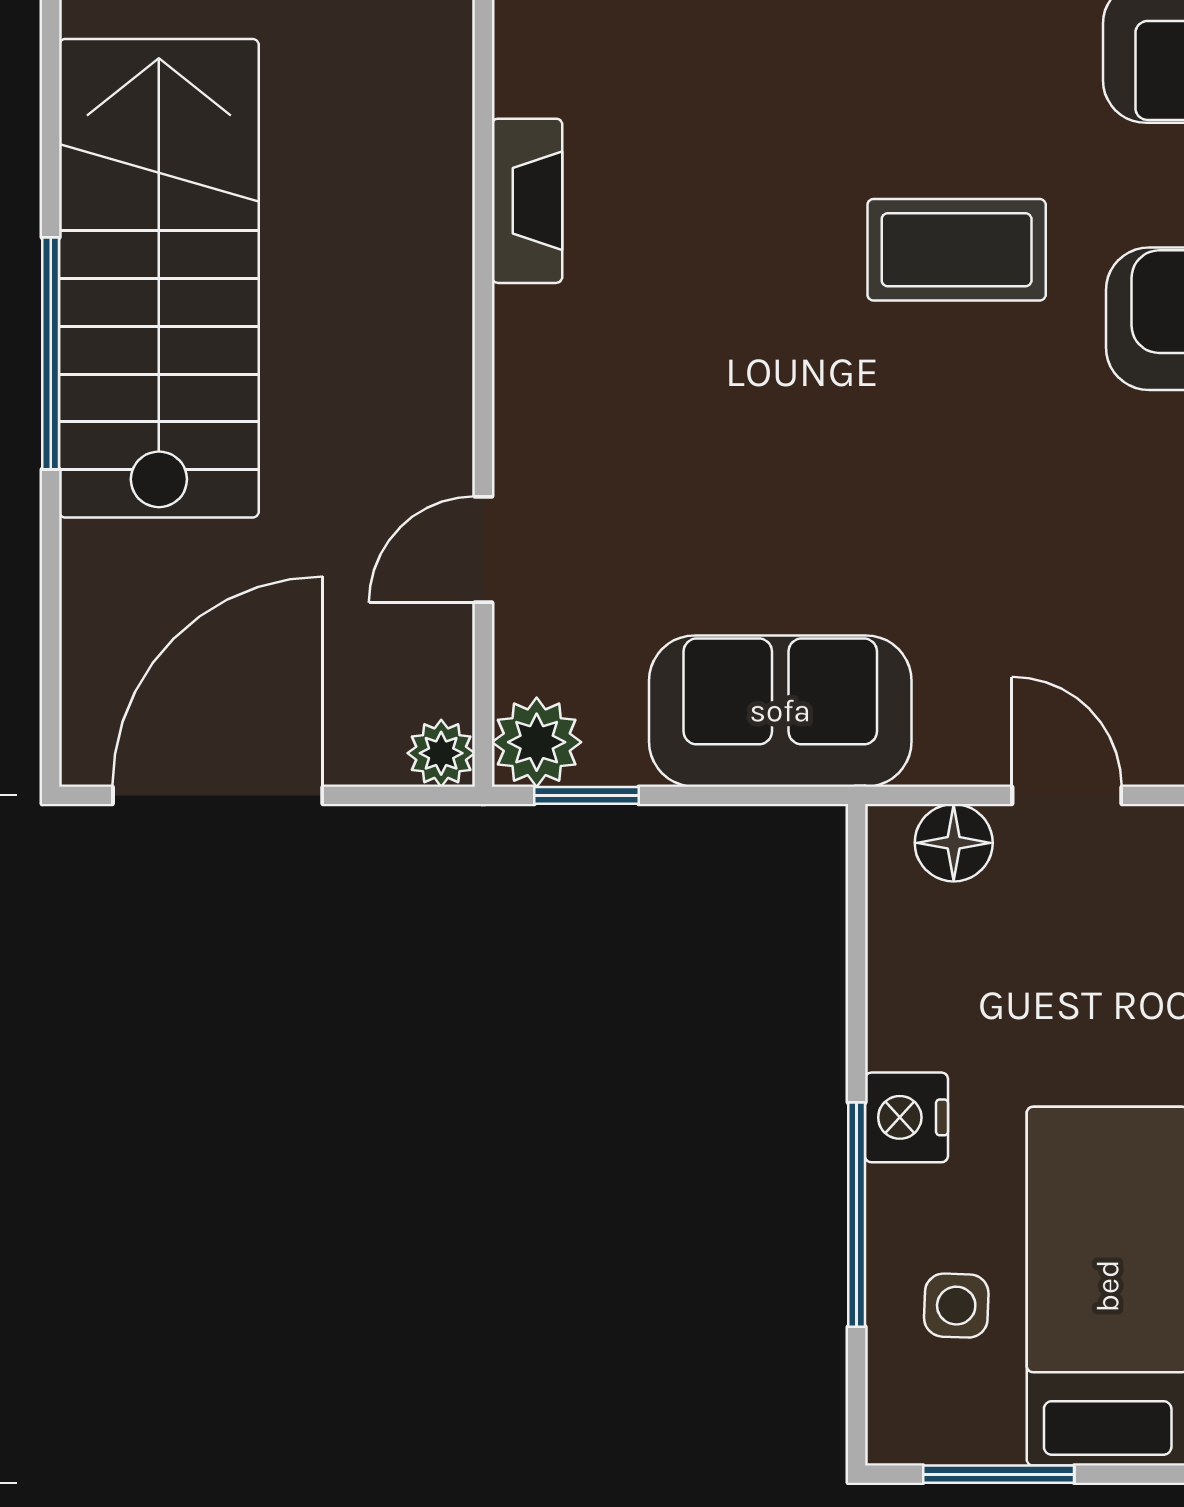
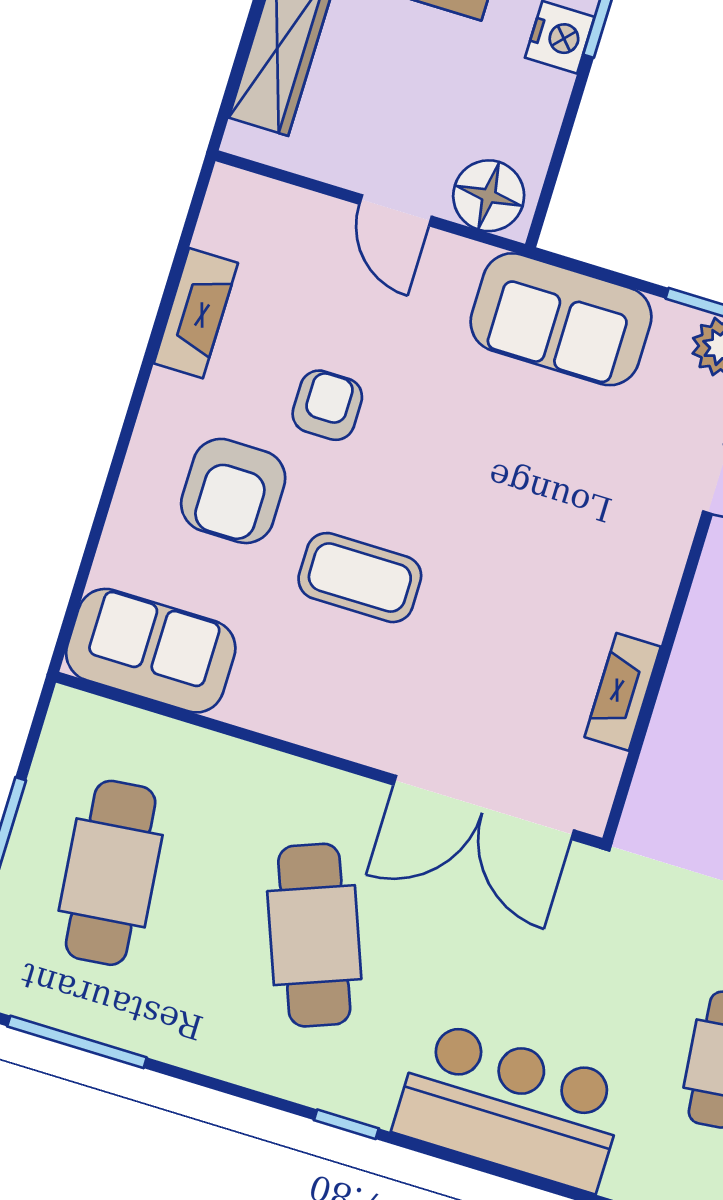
armchair: (1080, 484) -> (327, 405), added
floor lamp: (954, 843) -> (489, 196), width x1.38, depth x1.38

